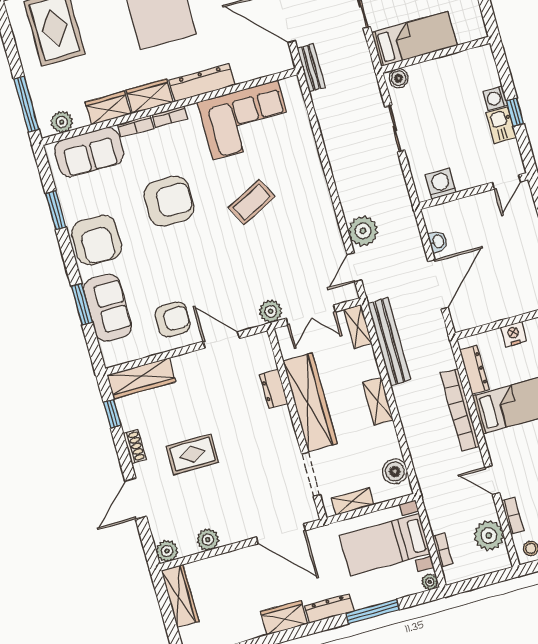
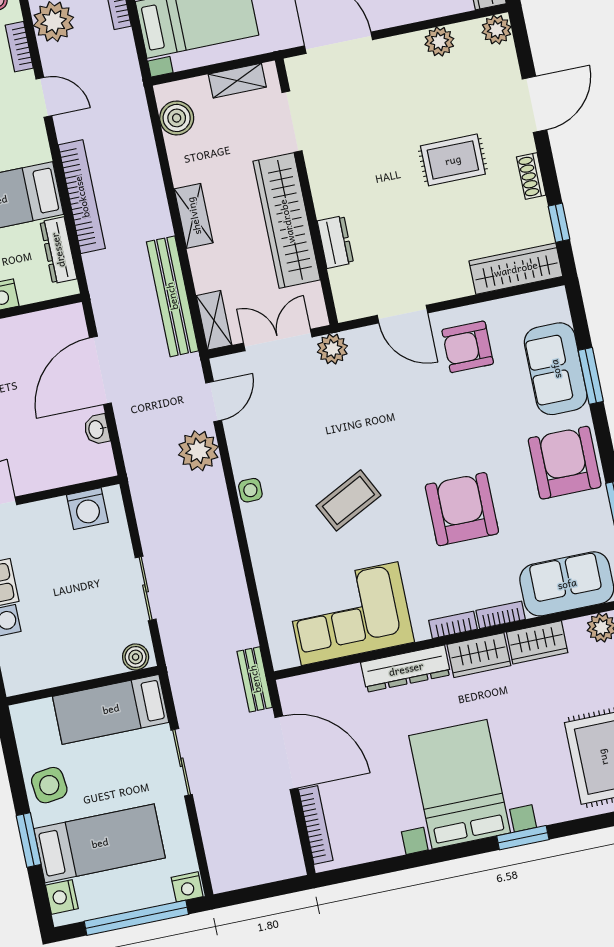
armchair: (169, 201) -> (462, 509), turned 90
side table: (323, 205) -> (250, 490), added

